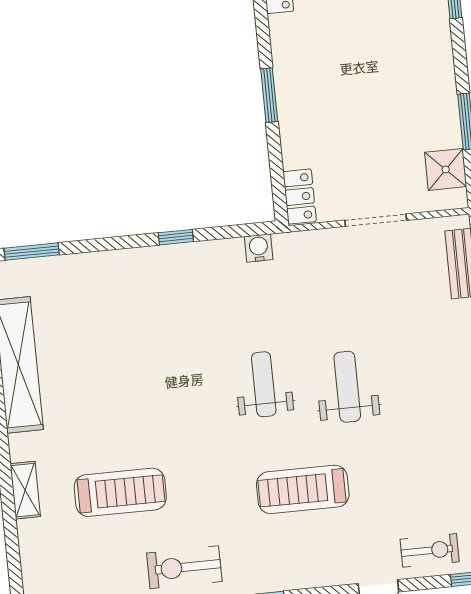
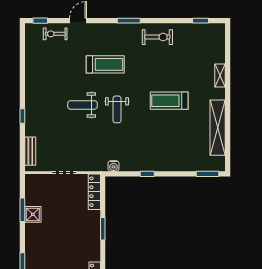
shower: (446, 169) -> (33, 214), moved
locker: (300, 197) -> (94, 192), width x1.53
weight bench: (347, 387) -> (83, 105), turned 90
treadmill: (120, 492) -> (169, 101), moved

